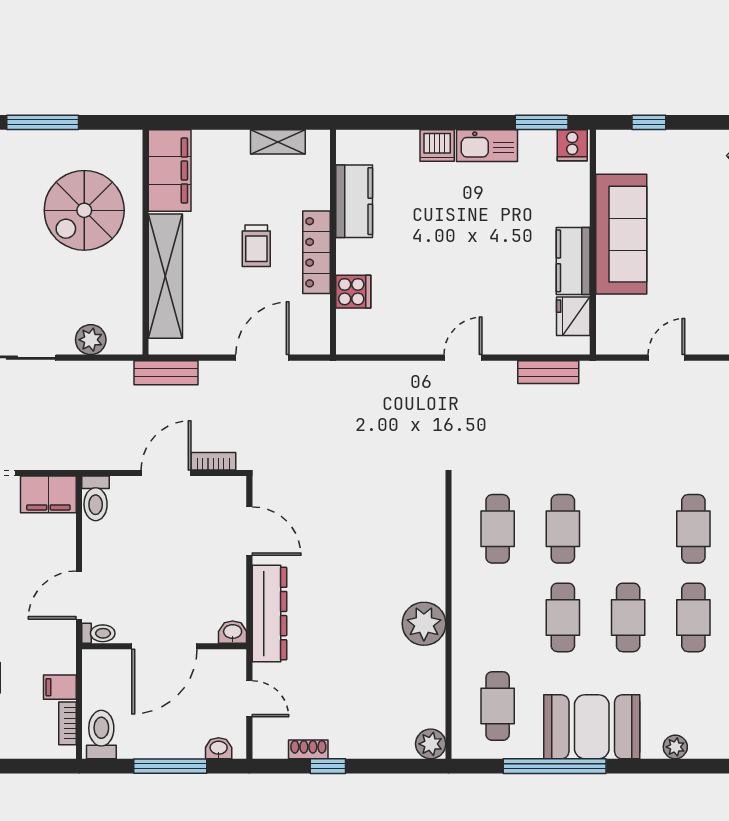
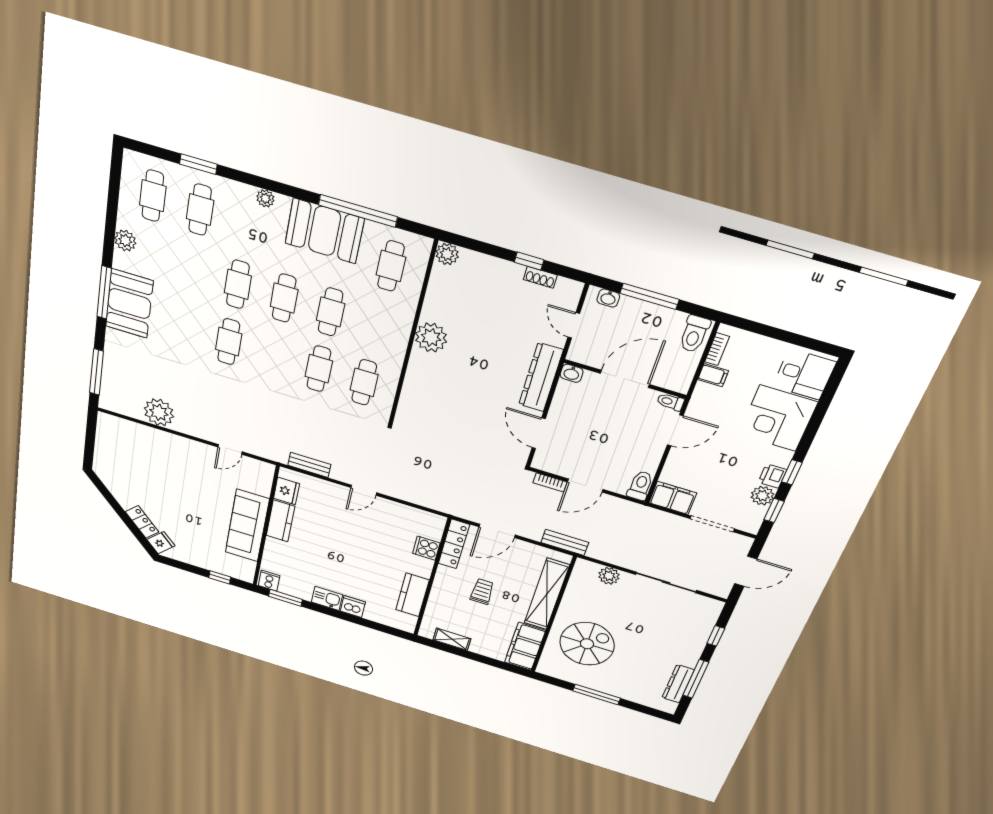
kitchen sink: (487, 146) -> (327, 598), width x0.73
locker: (316, 252) -> (454, 544), moved

